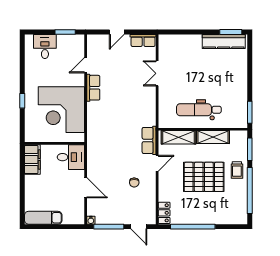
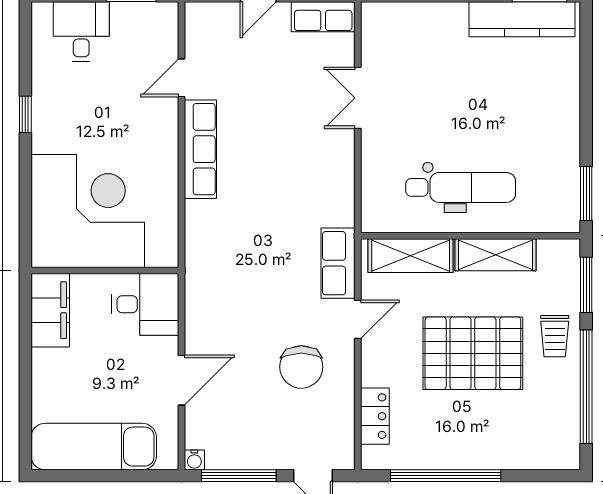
row of seats: (93, 88) -> (200, 149), width x1.48
window: (22, 101) -> (25, 114), moved
corner desk: (61, 110) -> (88, 211), moved, turned 180
dental chair: (199, 110) -> (461, 187), turned 180
chair: (134, 182) -> (301, 367), width x1.87, depth x1.87
door: (86, 188) -> (181, 380), hinge flipped
locker: (164, 213) -> (375, 416), moved
exam couch: (43, 218) -> (94, 447), width x1.36, depth x1.45

